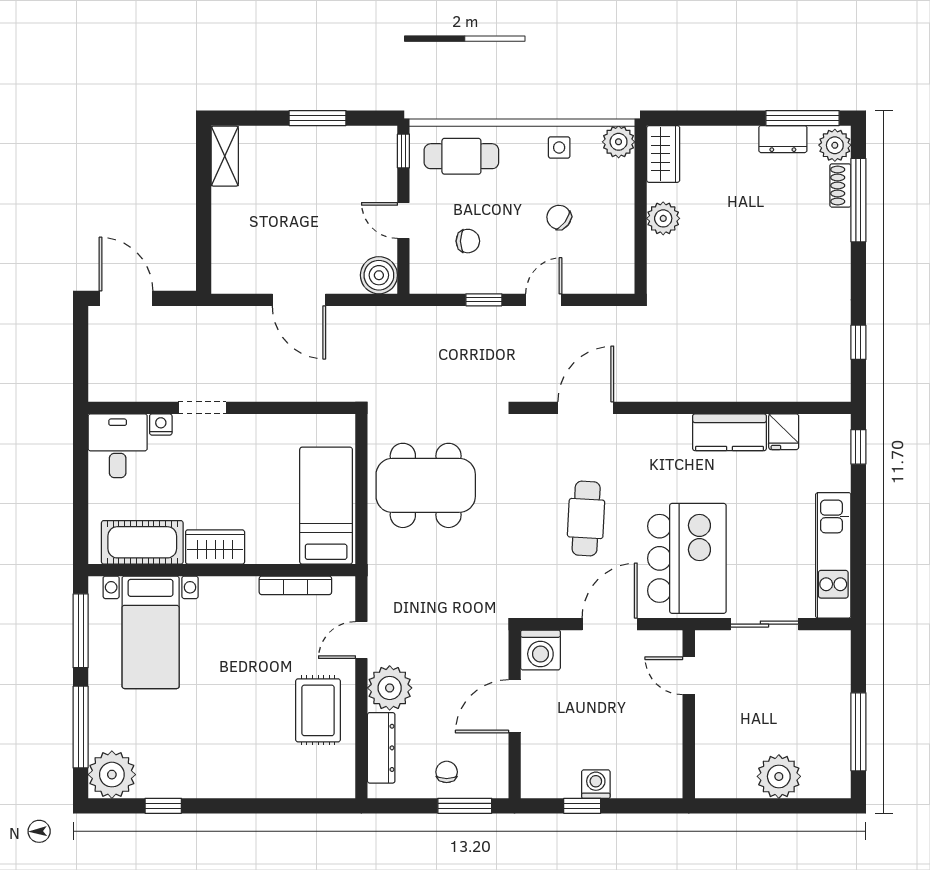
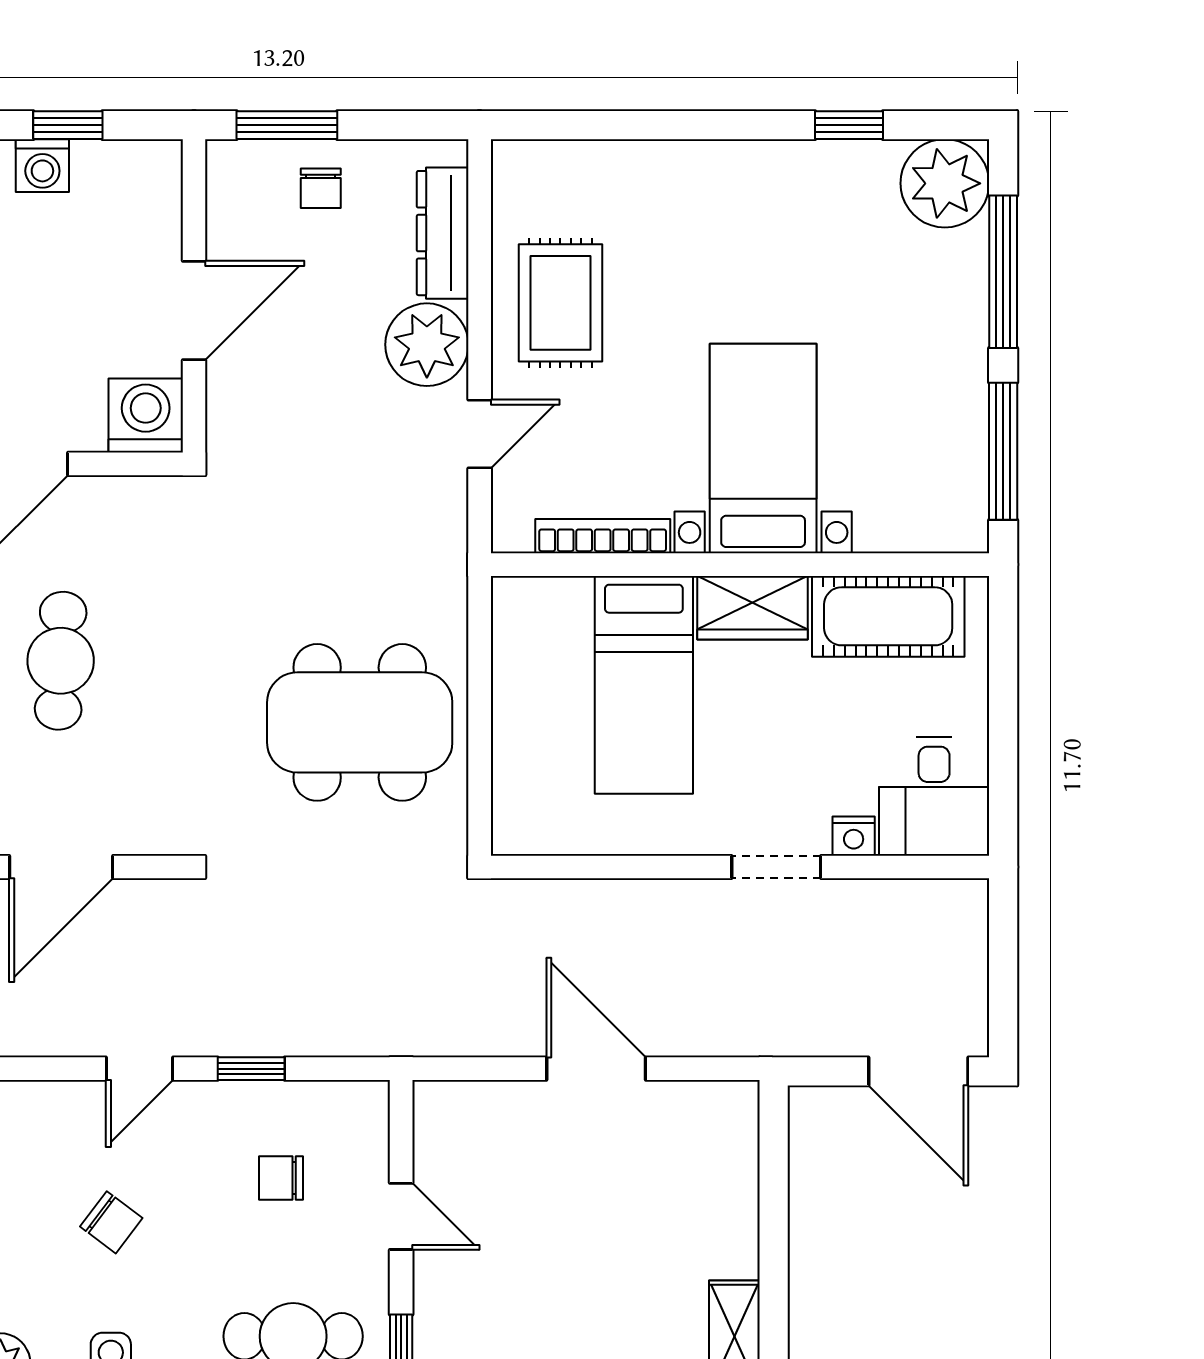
boiler: (379, 275) -> (447, 1114), removed
bed: (326, 506) -> (644, 685), moved
bed with nightstands: (151, 632) -> (763, 449), moved

